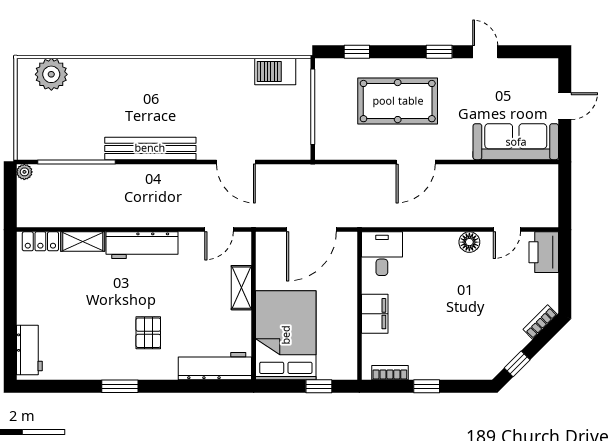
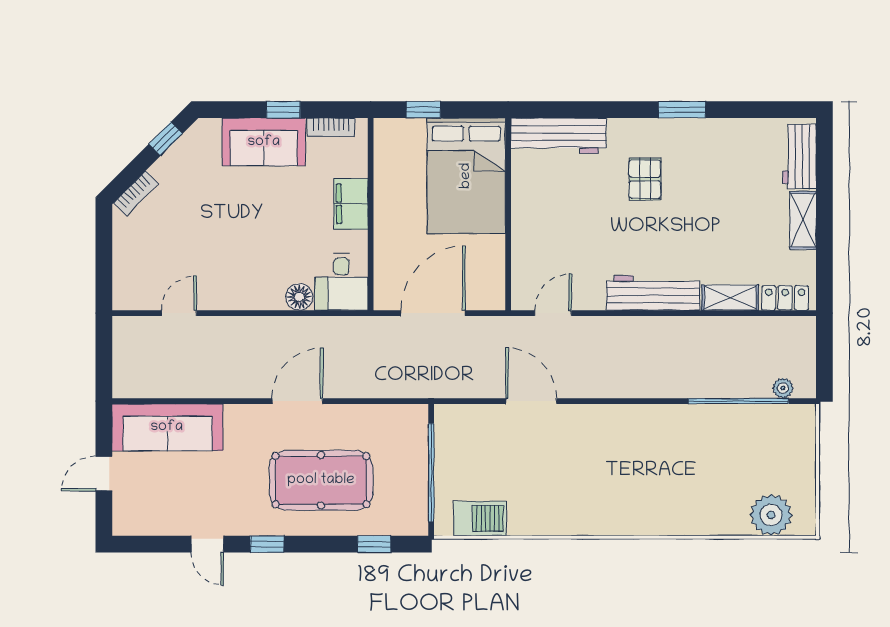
bench: (150, 148) -> (642, 419), removed
plant: (24, 172) -> (783, 388), moved
floor lamp: (469, 242) -> (299, 297), moved
printer: (544, 252) -> (131, 284), removed
shelving: (241, 288) -> (803, 220), moved
sofa: (442, 361) -> (264, 142), added

